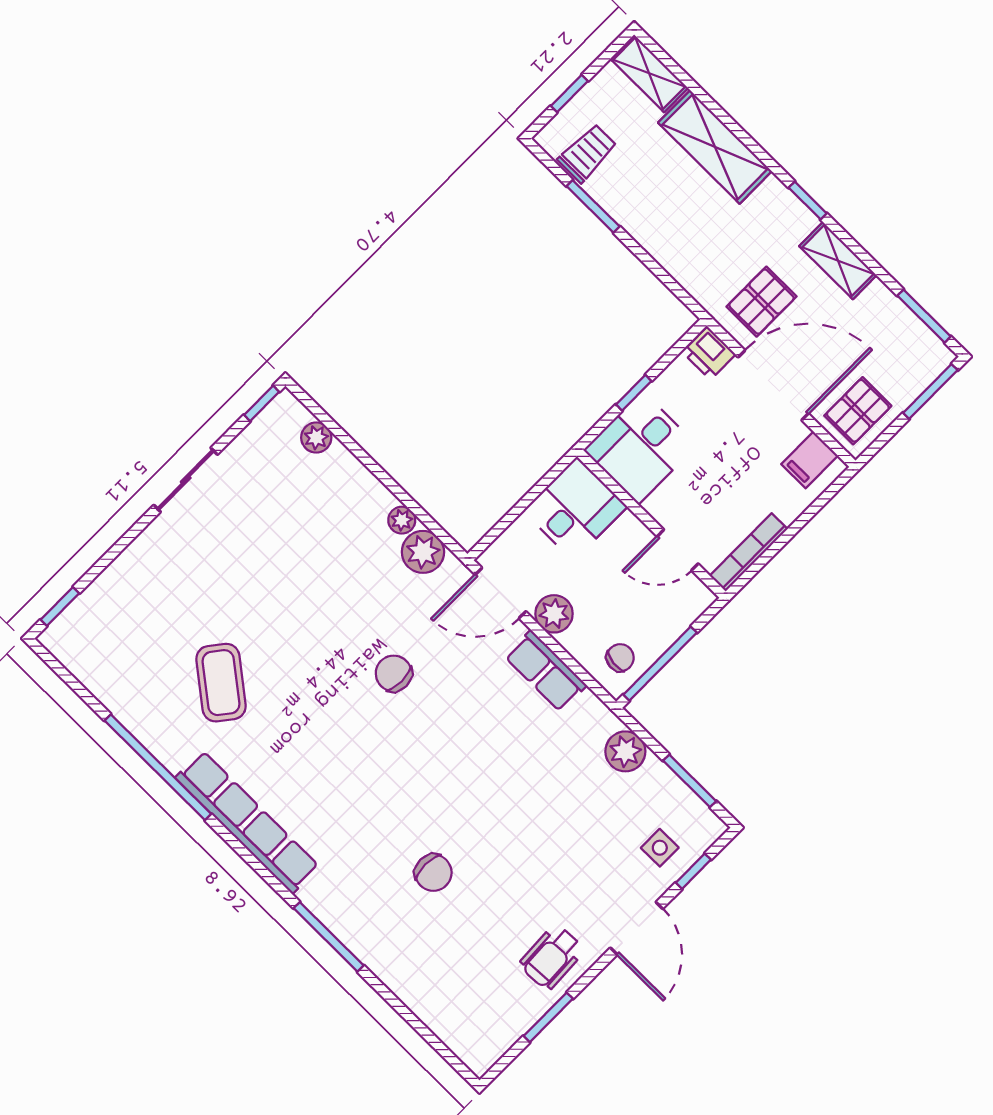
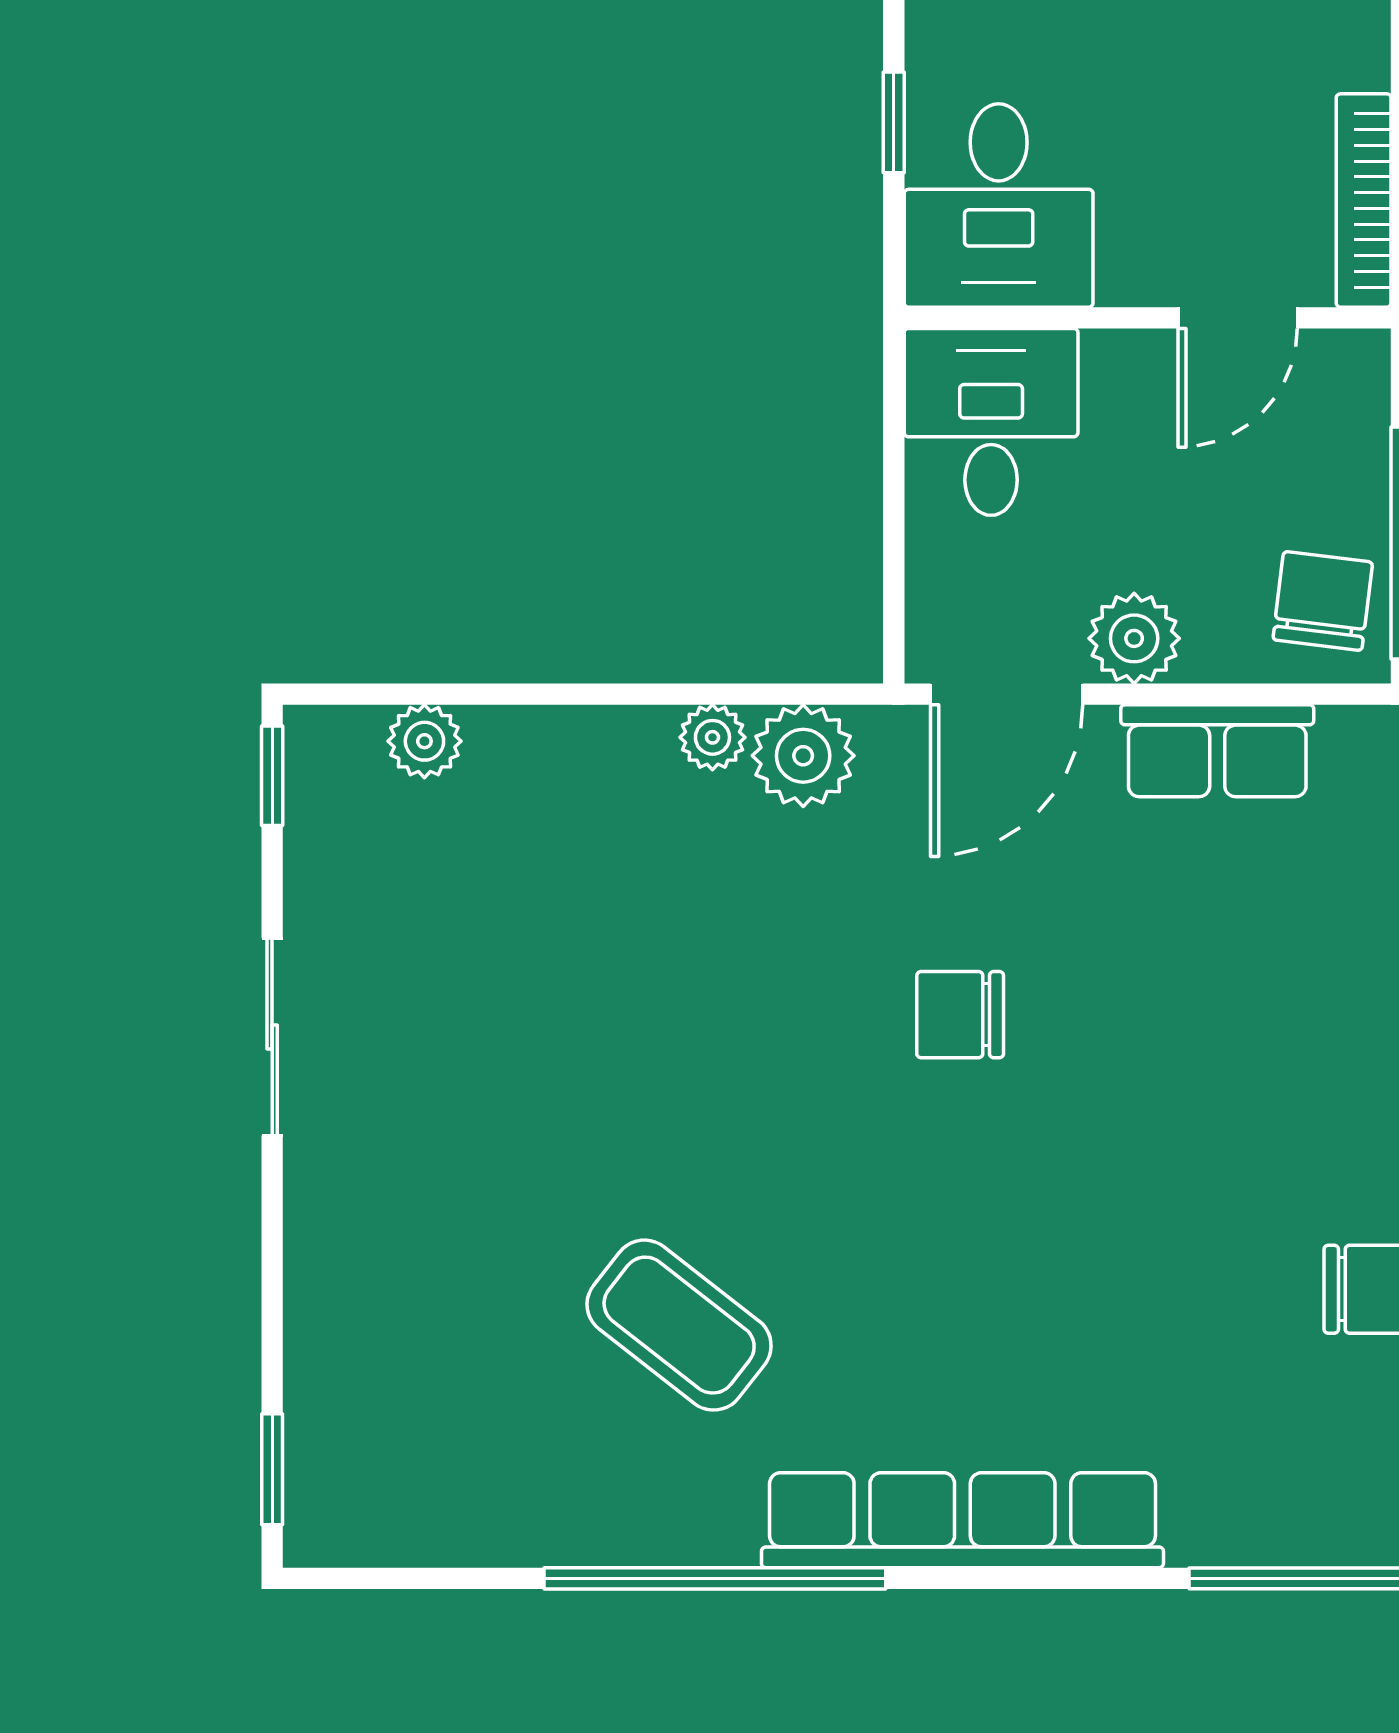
chair: (620, 658) -> (1323, 601), width x1.37, depth x1.37

